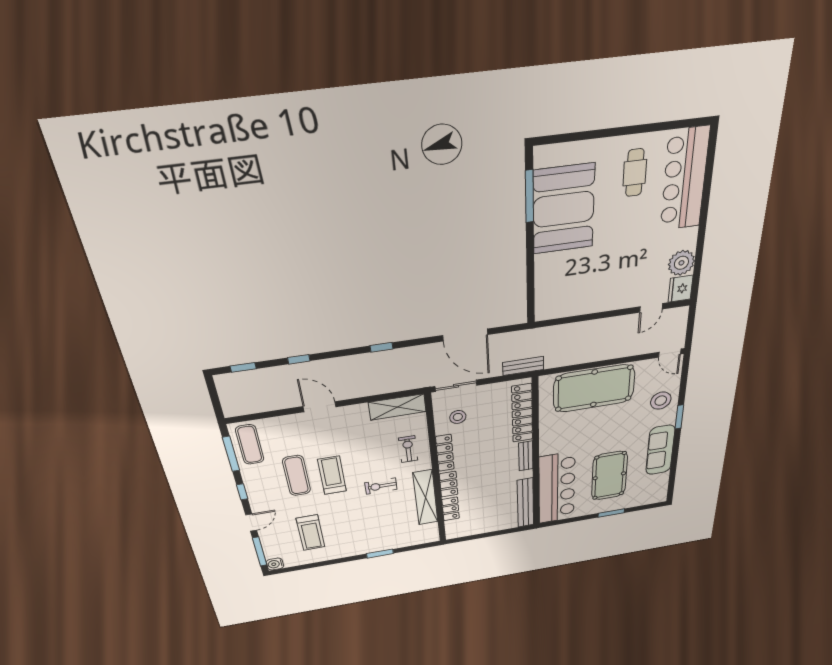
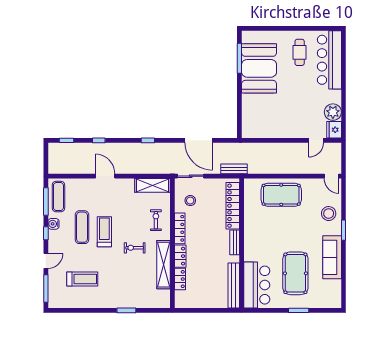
pool table: (594, 388) -> (281, 195), width x0.73, depth x0.76
bar counter: (557, 488) -> (257, 285), width x0.73
treadmill: (311, 533) -> (82, 279), turned -90
water cooler: (275, 564) -> (54, 224), moved

